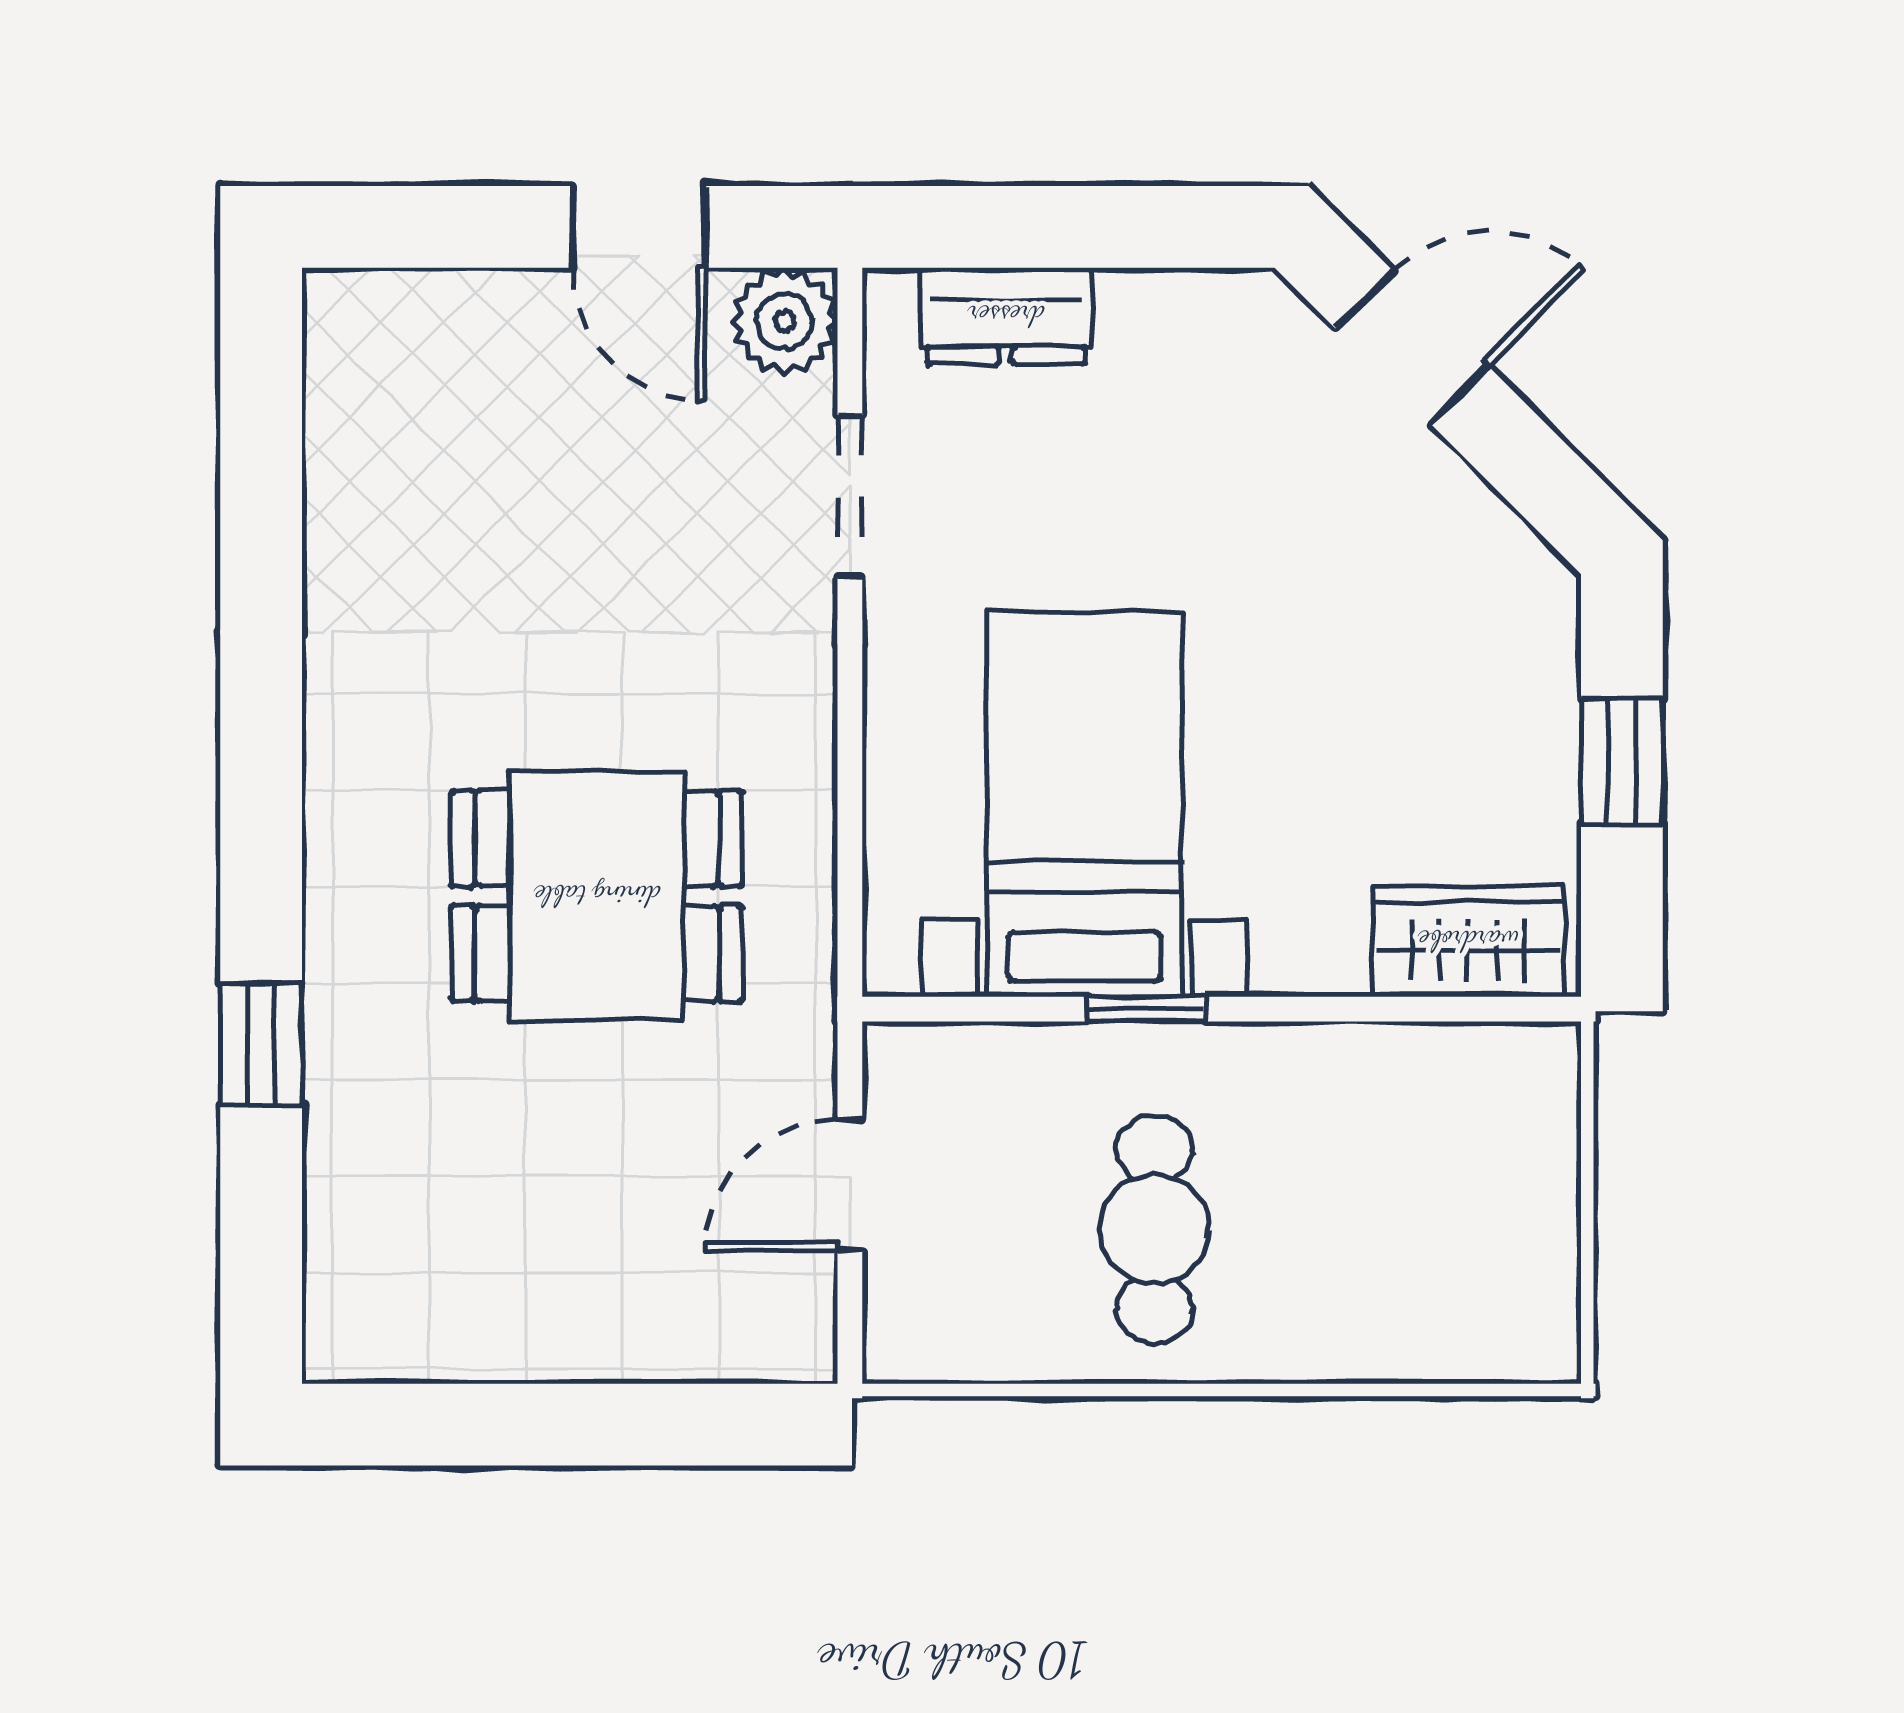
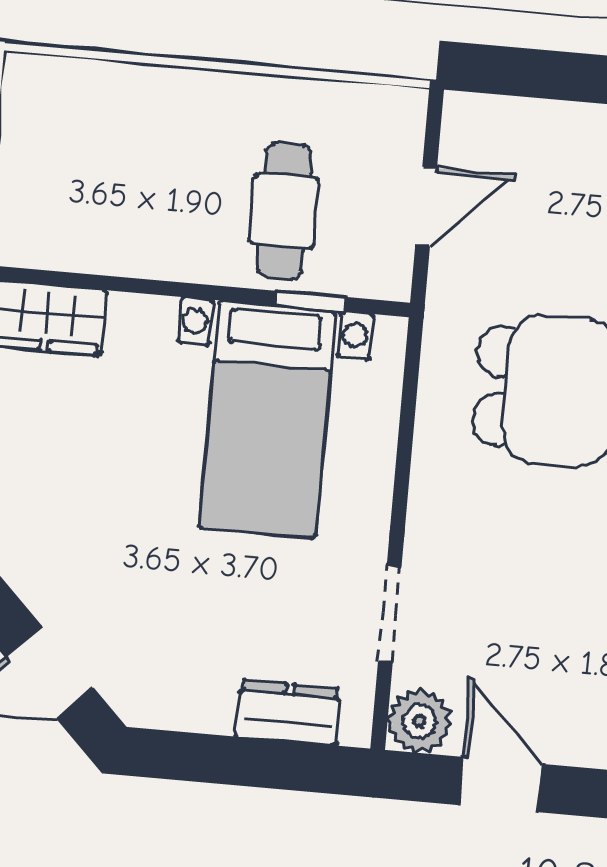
window: (1146, 1009) -> (310, 301), moved
cafe table: (1155, 1229) -> (284, 211), moved

